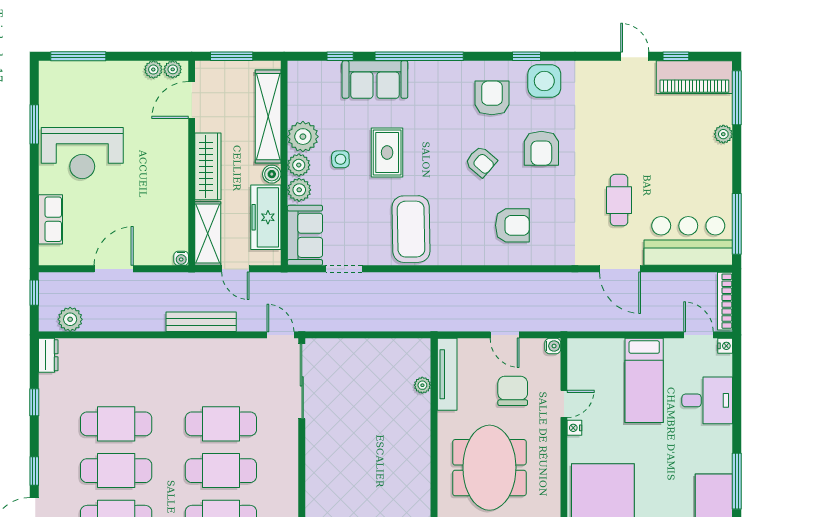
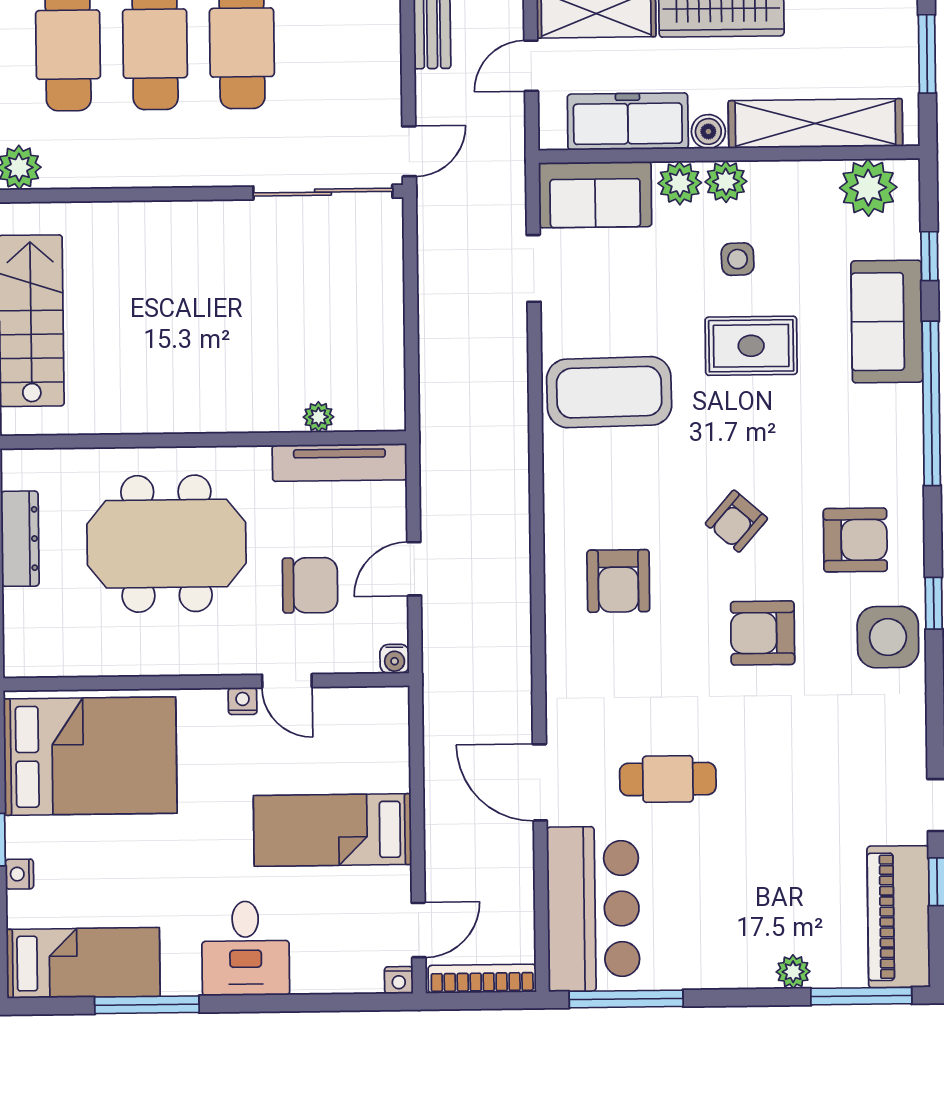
plant: (303, 137) -> (868, 188), moved
door: (620, 269) -> (540, 782), hinge flipped
desk: (707, 400) -> (246, 948), moved

